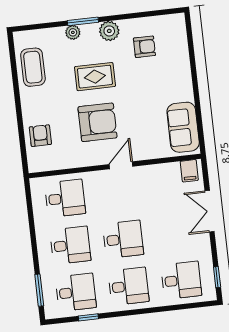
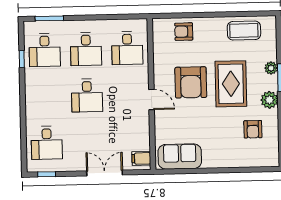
rug: (95, 77) -> (231, 84), width x1.36, depth x1.43
armchair: (40, 136) -> (184, 32), turned 180
desk: (128, 286) -> (46, 96), removed

